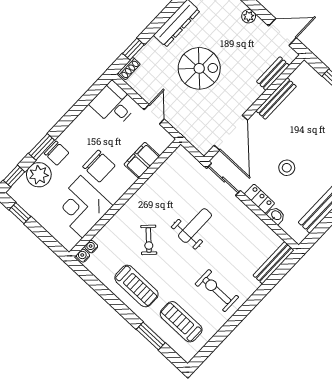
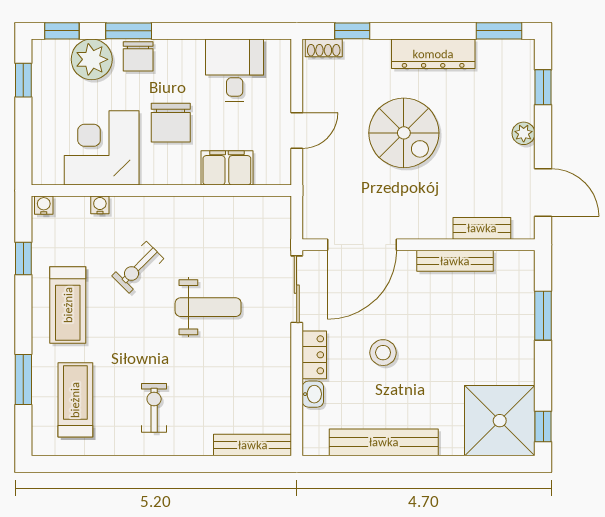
desk: (114, 104) -> (235, 70), moved
water cooler: (91, 247) -> (100, 205), moved
window: (98, 286) -> (23, 258), added
exercise bike: (217, 291) -> (154, 408), width x0.73, depth x0.72

